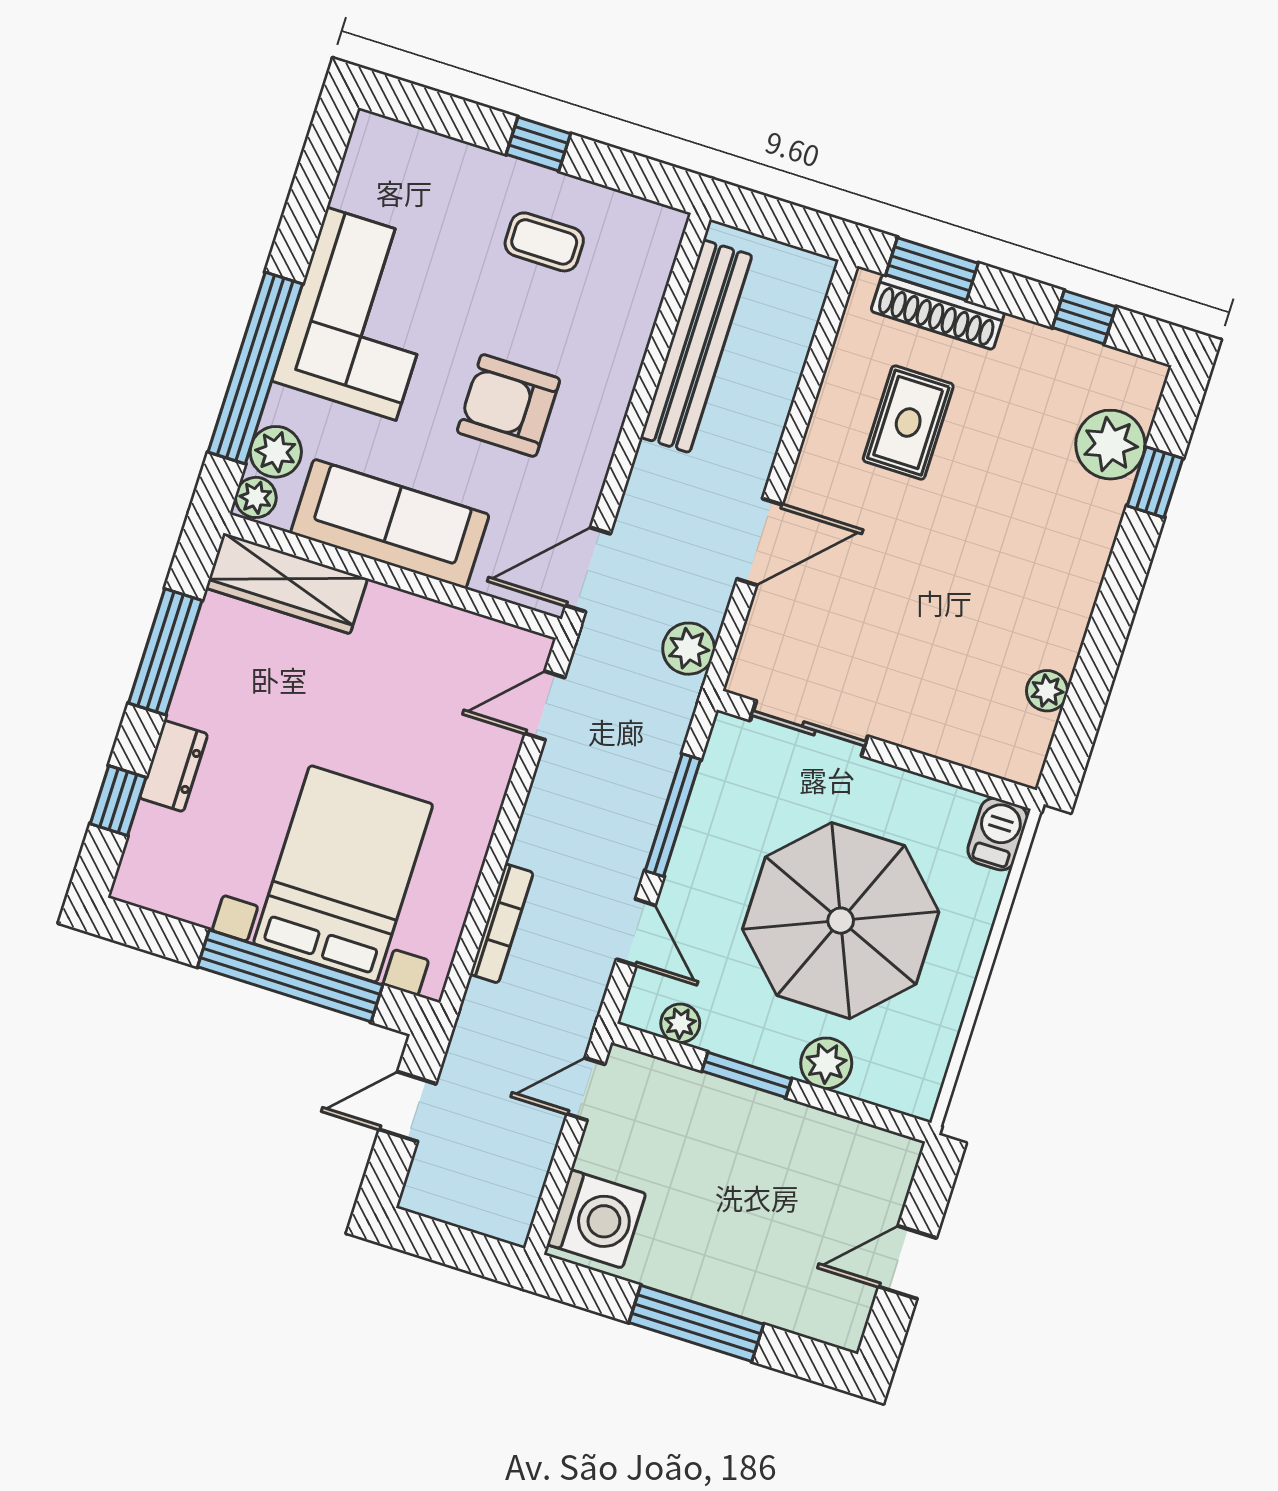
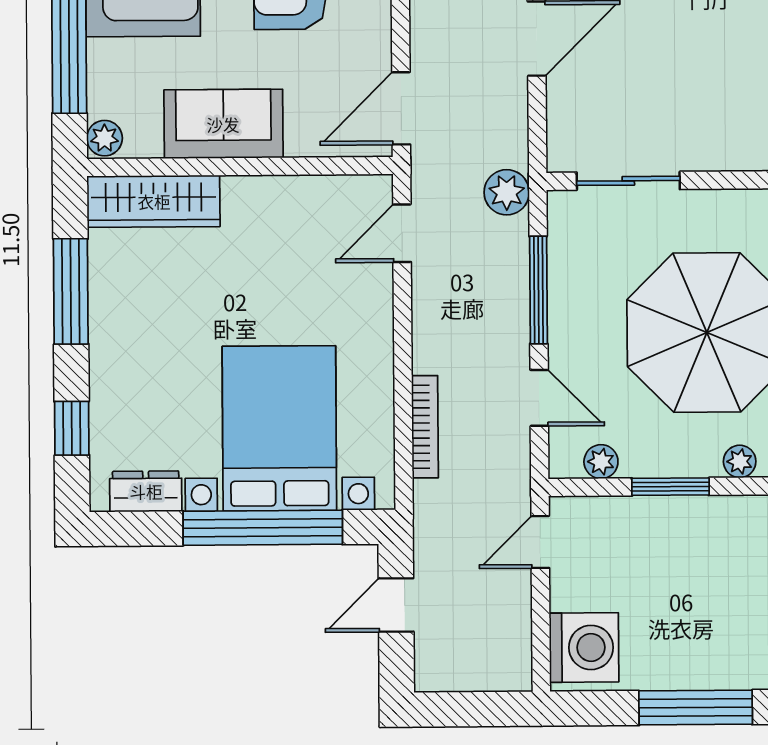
plant: (276, 452) -> (109, 95), removed
sofa: (390, 524) -> (223, 124), width x0.73
plant: (689, 649) -> (507, 192), moved
dresser: (174, 766) -> (146, 491), moved, turned -90
plant: (826, 1063) -> (740, 461), width x0.73, depth x0.73

